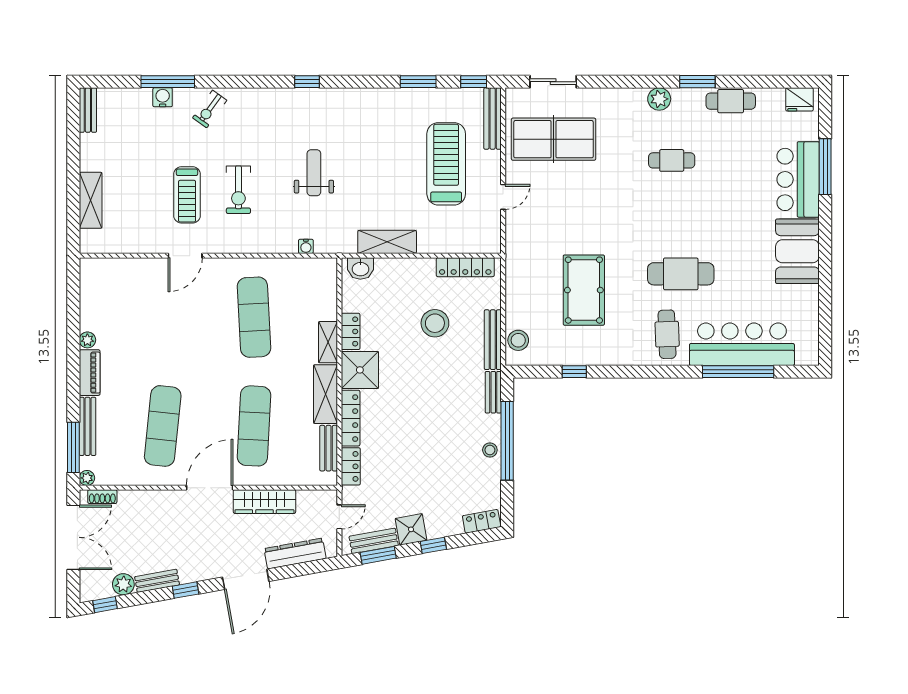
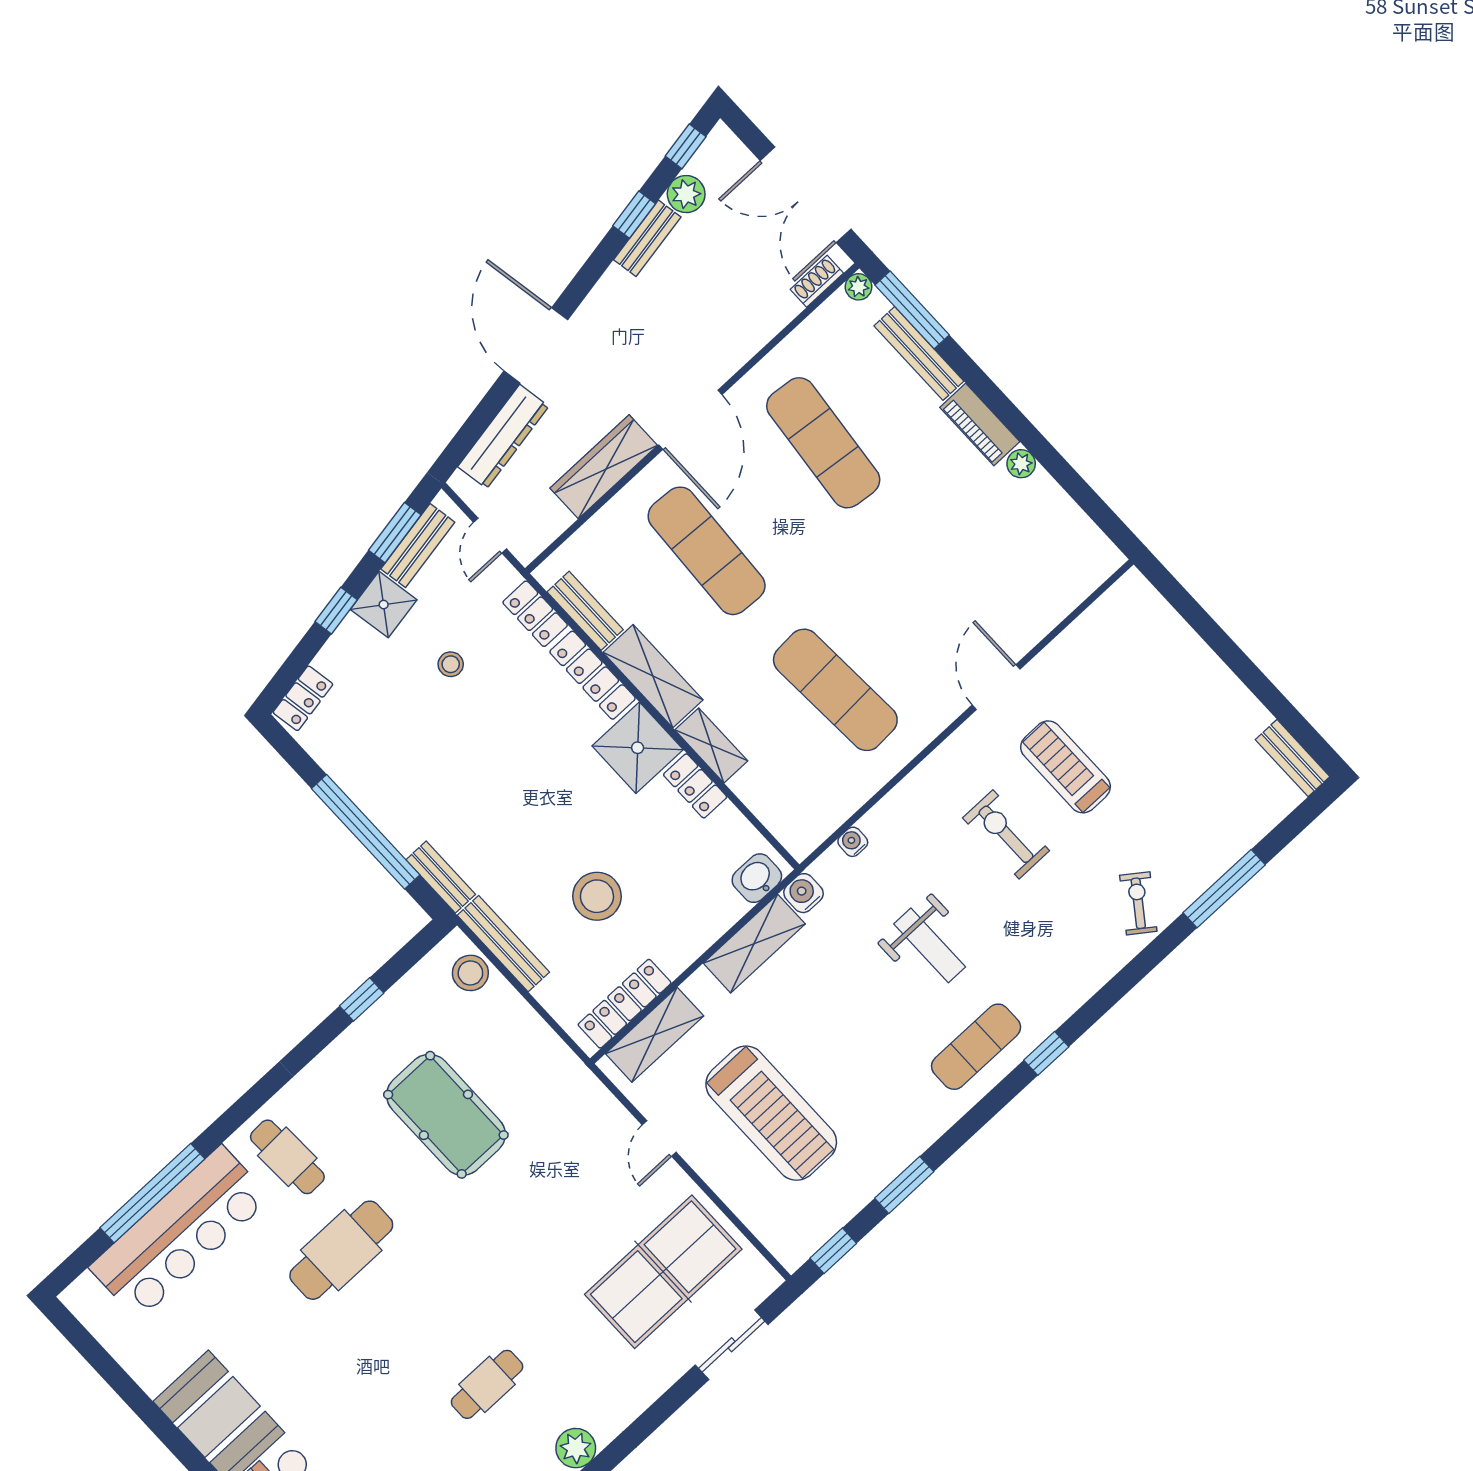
water cooler: (163, 97) -> (803, 893), moved, turned 180
exercise mat: (334, 112) -> (976, 1047), added
bench: (493, 119) -> (765, 1226), removed
shelving: (91, 200) -> (655, 1035), moved, turned 90
stool: (490, 450) -> (451, 664), moved
window: (185, 590) -> (634, 215), moved

